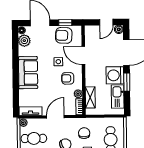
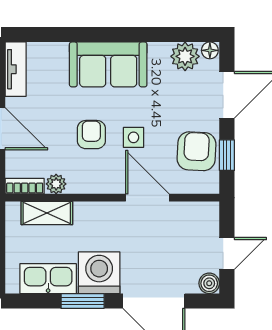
door: (106, 22) -> (227, 253), swing flipped
door: (83, 56) -> (147, 198), hinge flipped
armchair: (68, 78) -> (91, 135), moved

